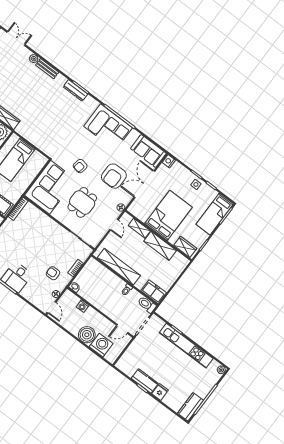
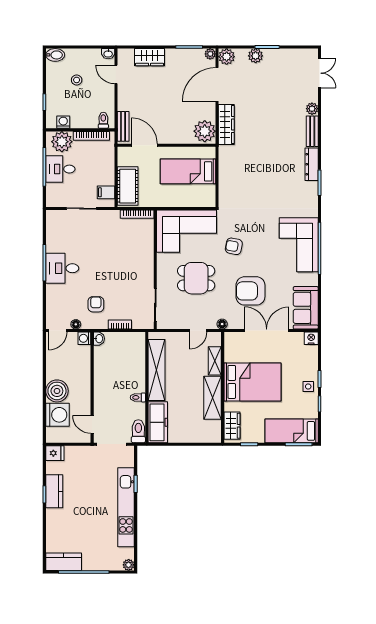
dresser: (75, 90) -> (312, 164), moved
freezer: (154, 292) -> (158, 422), width x1.40
washing machine: (83, 306) -> (84, 338), moved
fridge: (160, 392) -> (55, 453), moved

